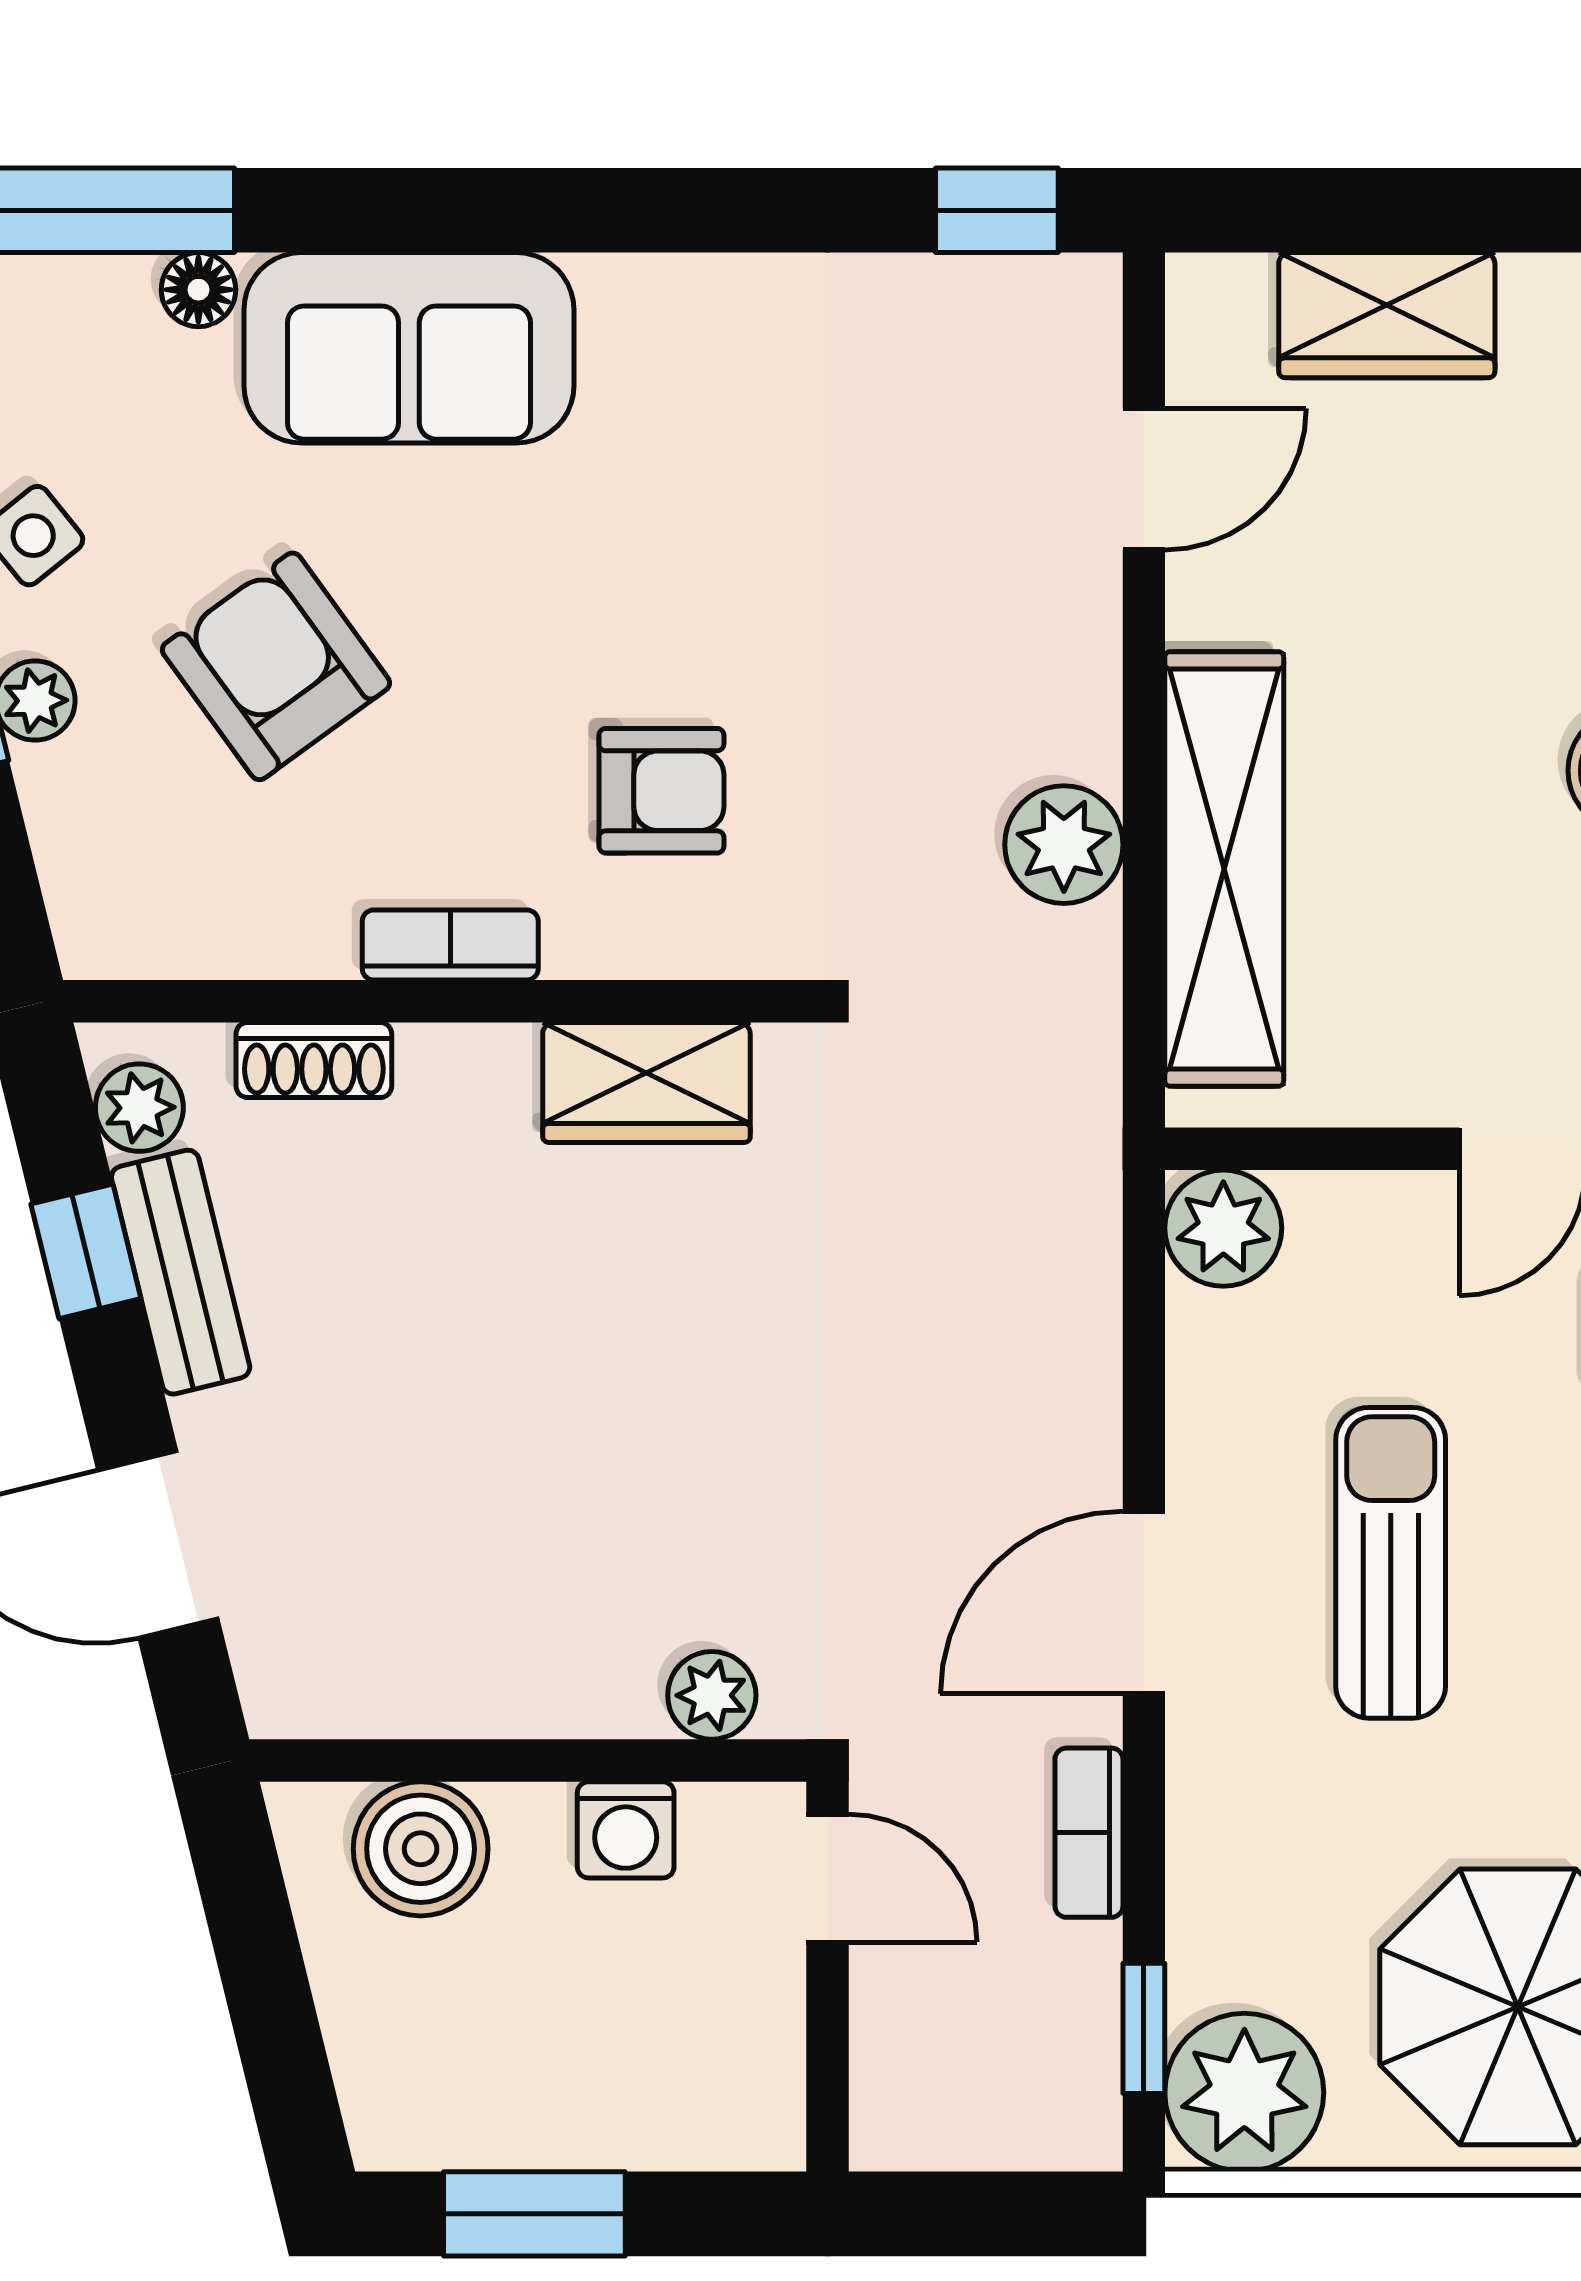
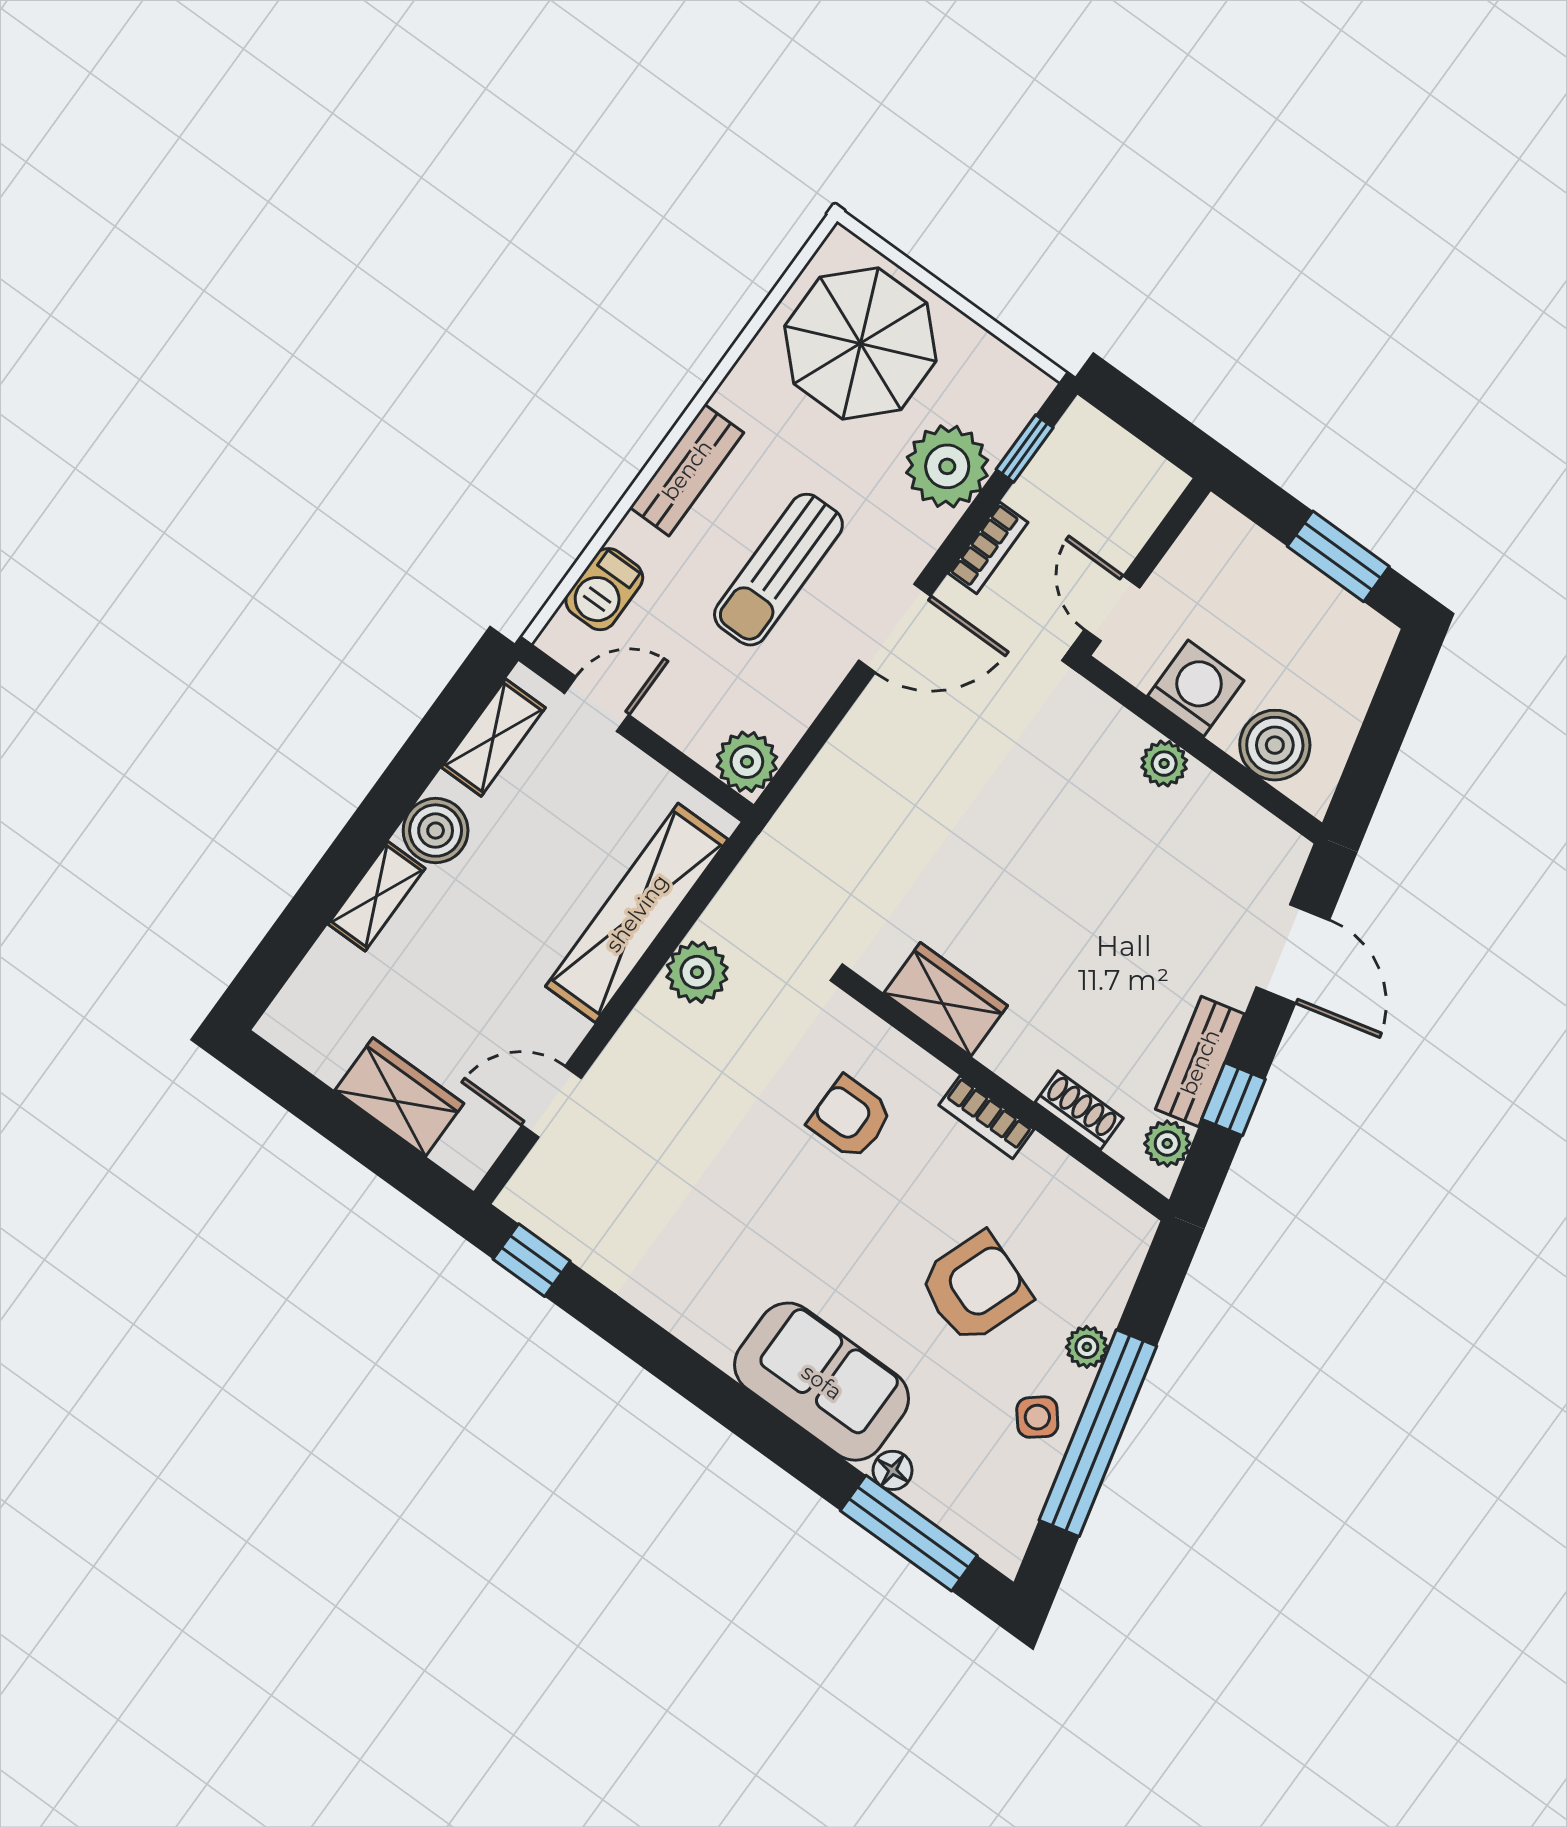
armchair: (276, 666) -> (975, 1288), turned -124
plant: (712, 1695) -> (1164, 764), moved
washing machine: (626, 1830) -> (1196, 688), width x1.38, depth x1.38
plant: (1244, 2092) -> (947, 466), moved

